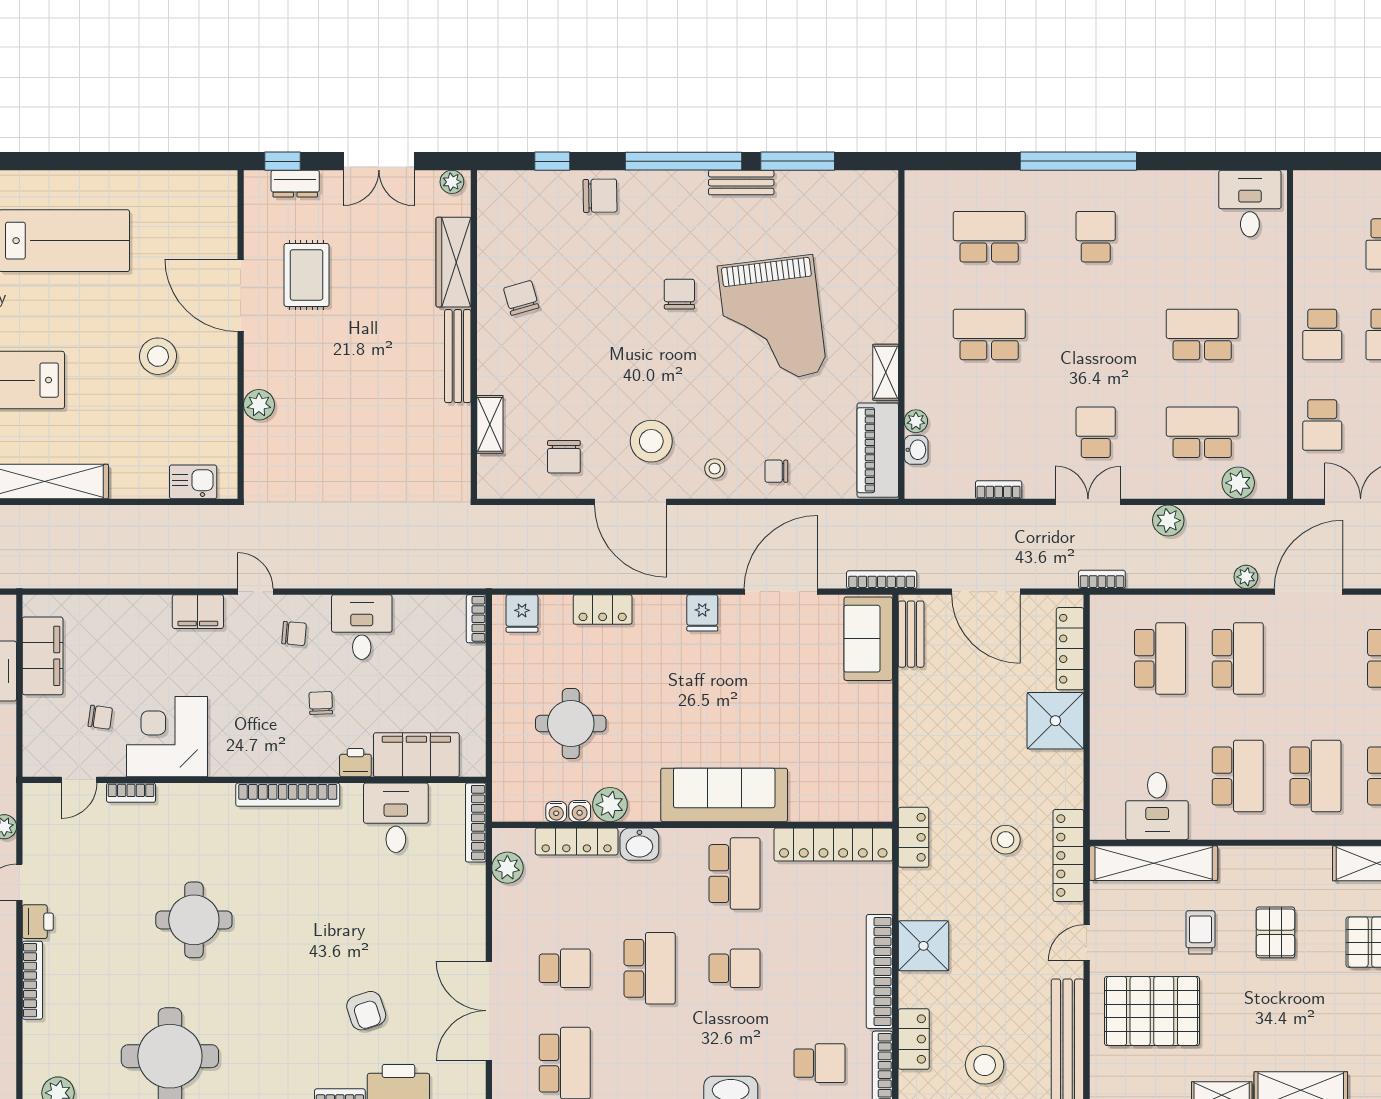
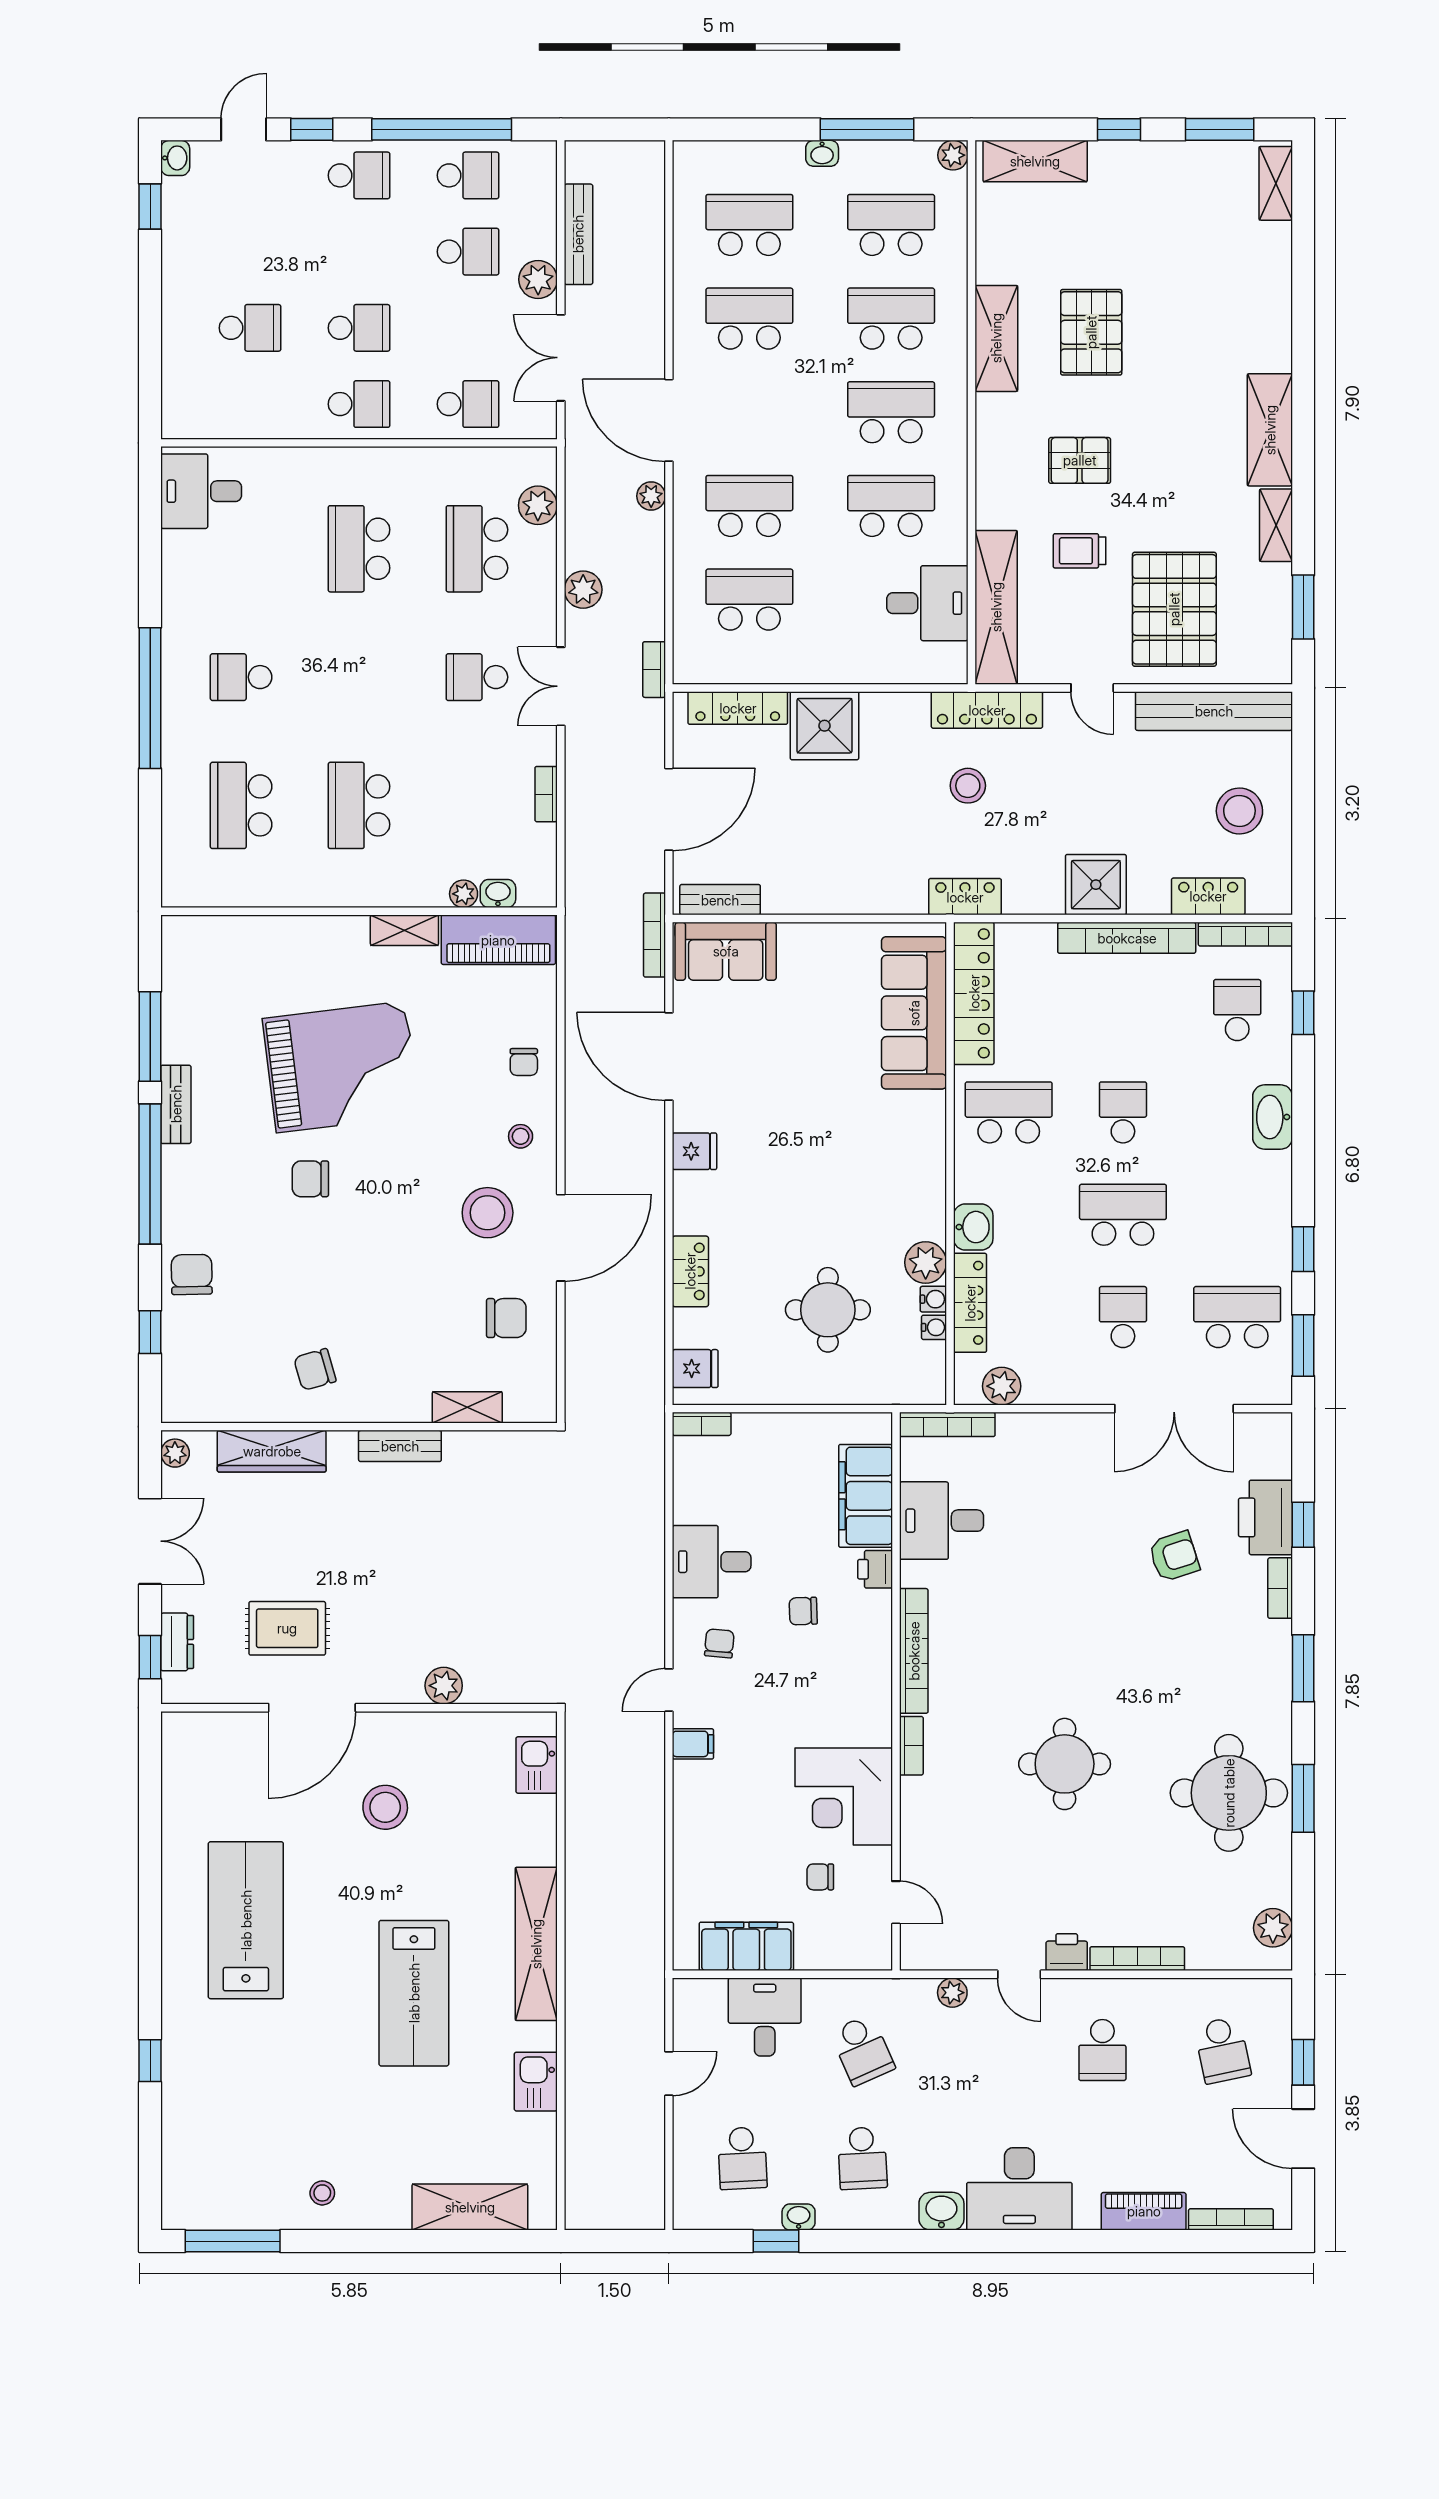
bench: (458, 356) -> (400, 1446), width x0.73
filing cabinet: (198, 612) -> (693, 1744), width x0.50
chair: (100, 717) -> (820, 1877), turned -98
bookcase: (131, 793) -> (911, 1746), moved
sofa: (724, 795) -> (914, 1013), moved

